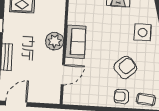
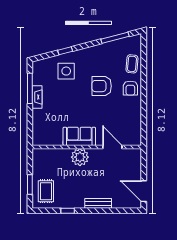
armchair: (125, 67) -> (102, 86), turned -47

